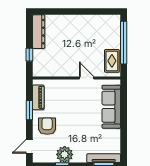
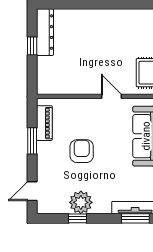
window: (29, 55) -> (32, 46), moved
armchair: (47, 126) -> (82, 151), moved

